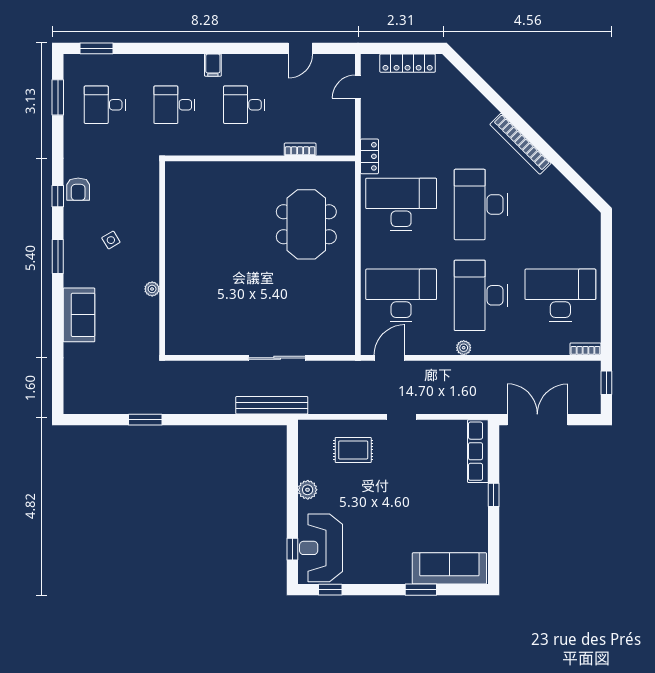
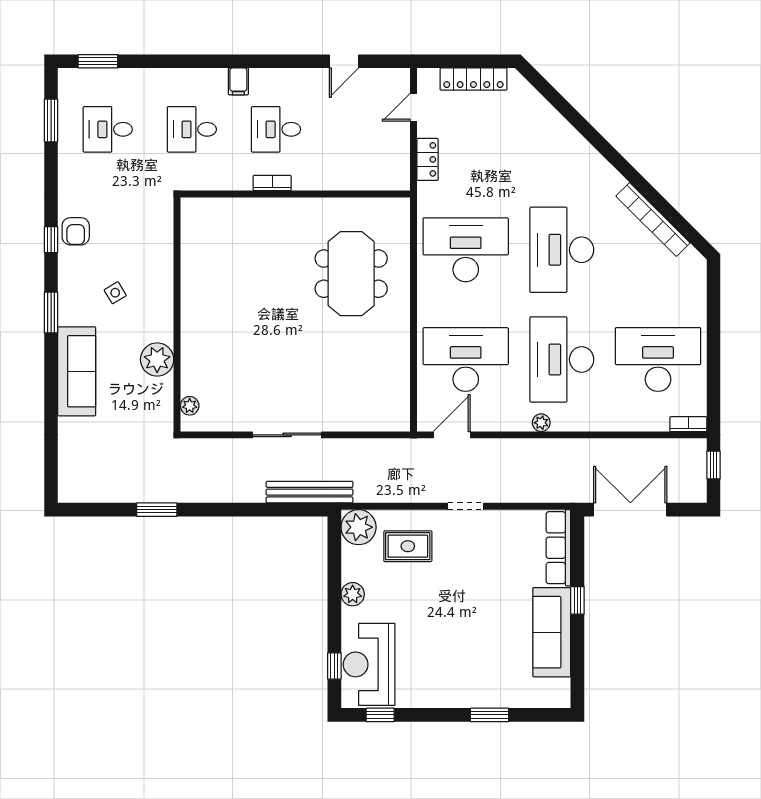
bookcase: (521, 144) -> (653, 219), moved
bookcase: (300, 149) -> (272, 183), moved
locker: (369, 156) -> (427, 159), moved
plant: (152, 289) -> (157, 360), width x1.88, depth x1.88
sofa: (79, 315) -> (77, 371), width x1.36
plant: (173, 334) -> (190, 406), added
sliding door: (277, 358) -> (287, 435), moved
plant: (312, 434) -> (359, 527), added
sofa: (449, 568) -> (552, 632), moved, turned -90

